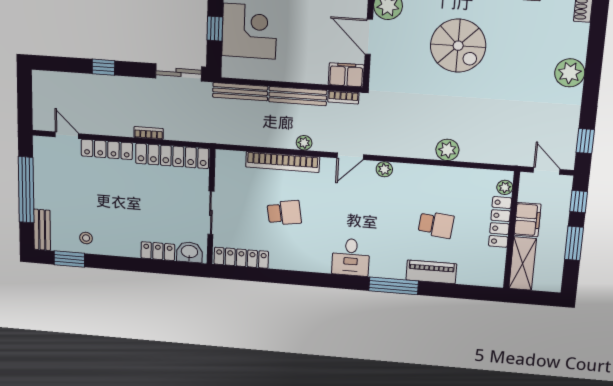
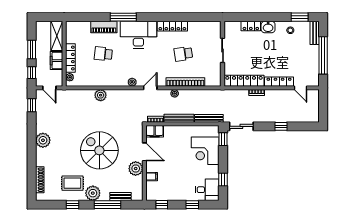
window: (215, 29) -> (223, 139), moved
spiral stairs: (458, 46) -> (99, 150), width x1.37, depth x1.37
washbasin: (189, 252) -> (268, 27), moved
desk: (351, 257) -> (138, 35), width x1.87, depth x1.30
locker: (241, 258) -> (172, 26), moved

